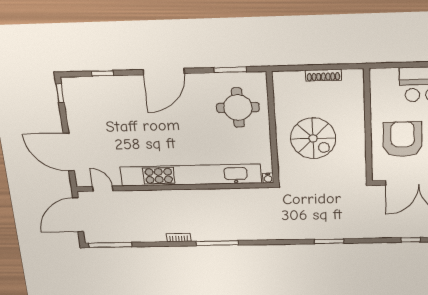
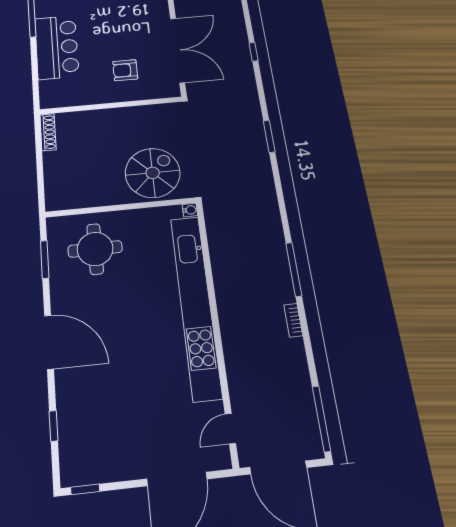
shoe rack: (323, 75) -> (48, 132), moved
spiral stairs: (313, 138) -> (153, 173), moved
armchair: (403, 139) -> (125, 70), width x0.53, depth x0.53

